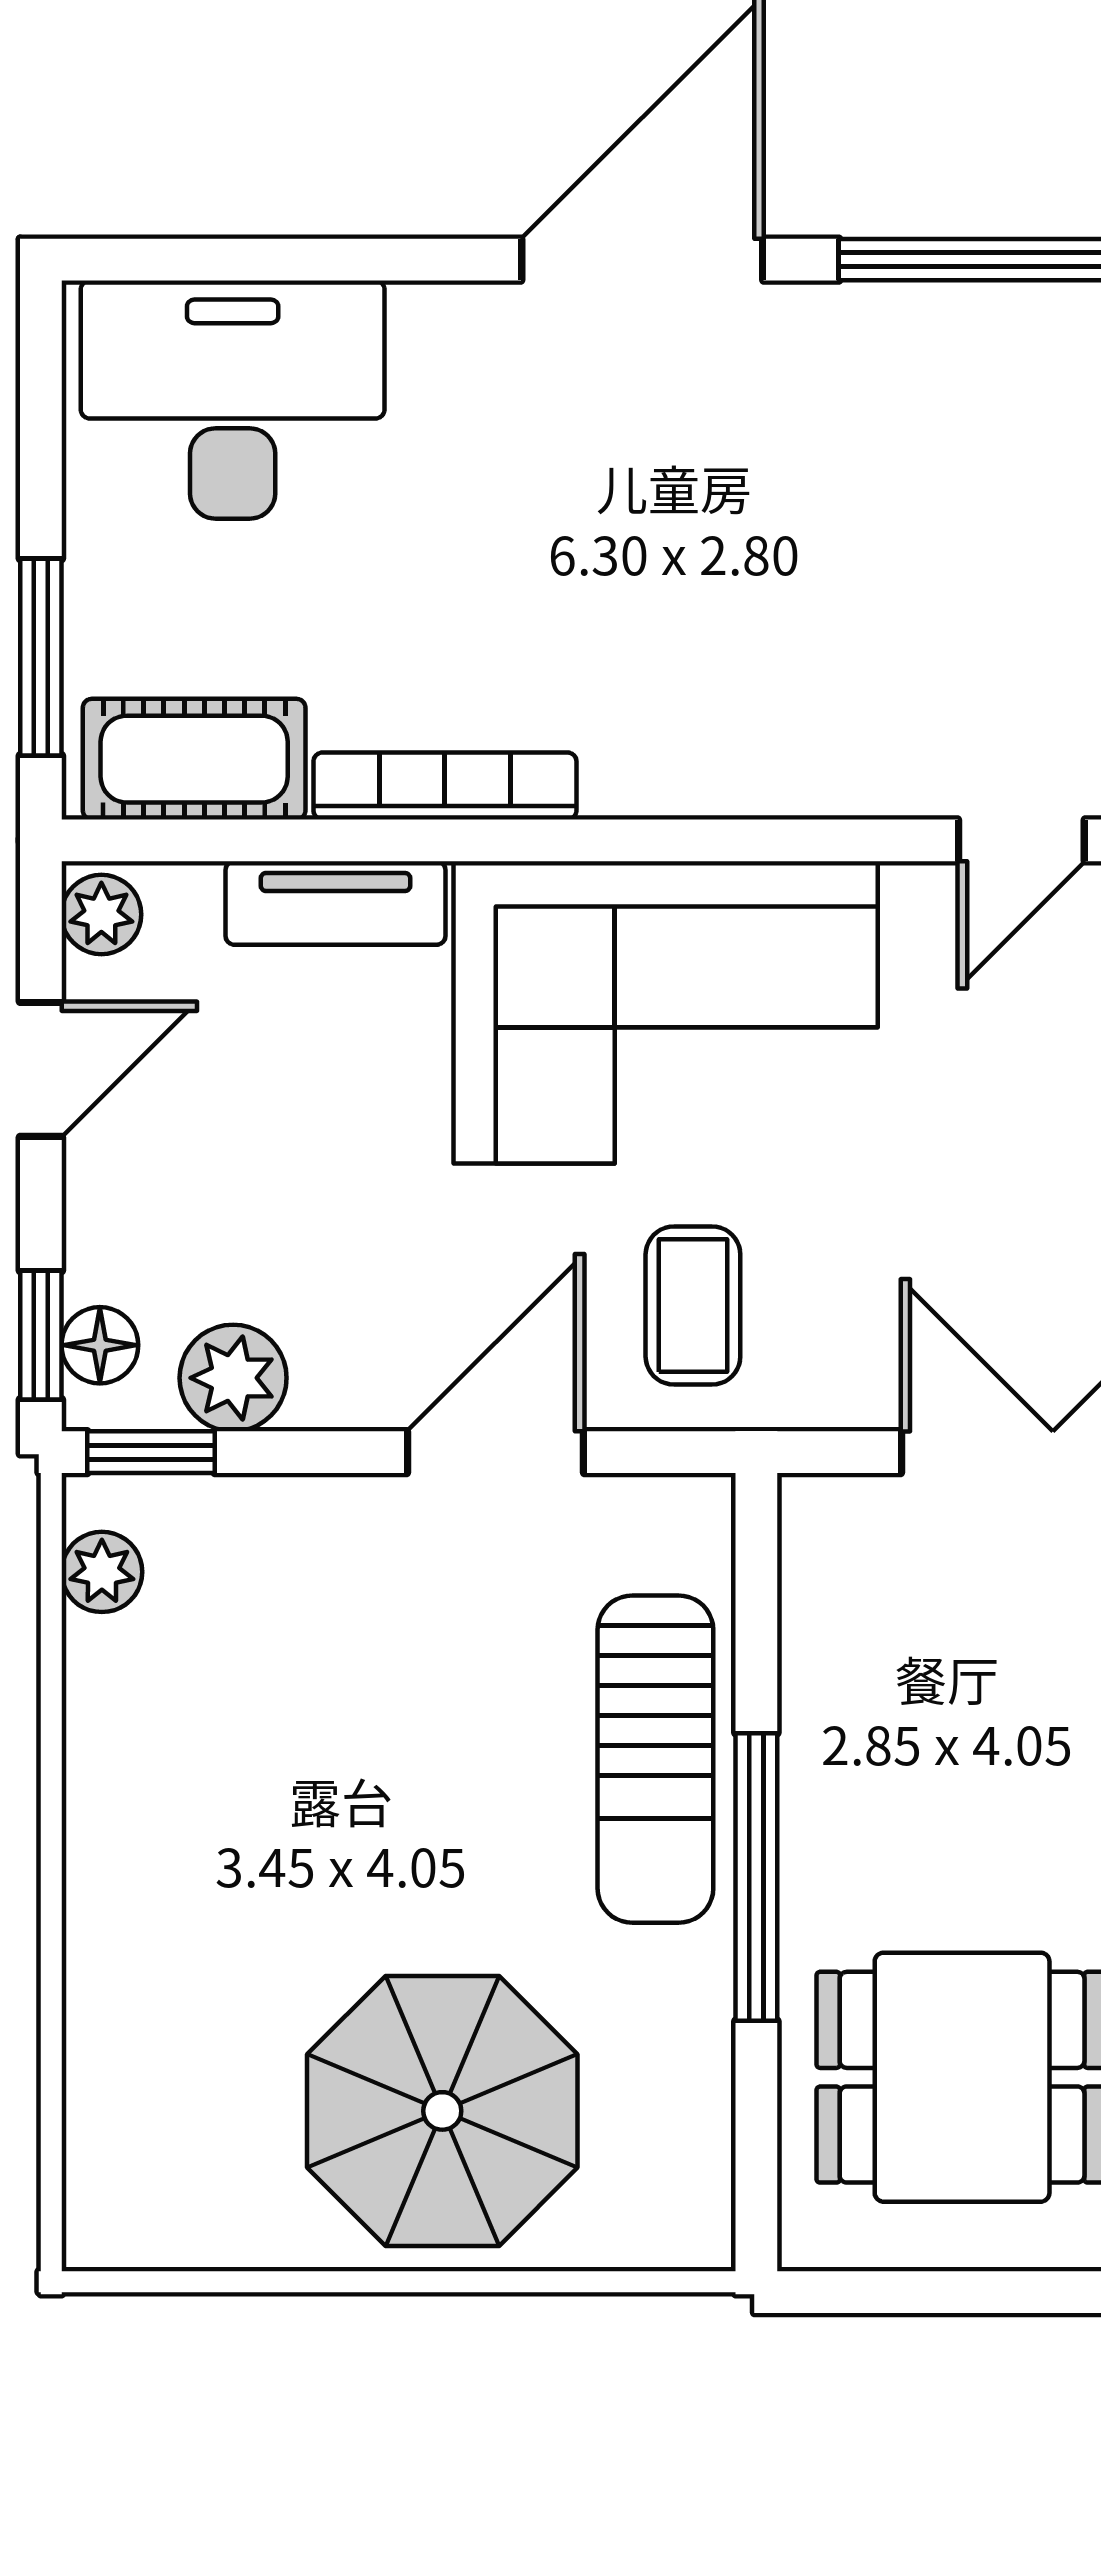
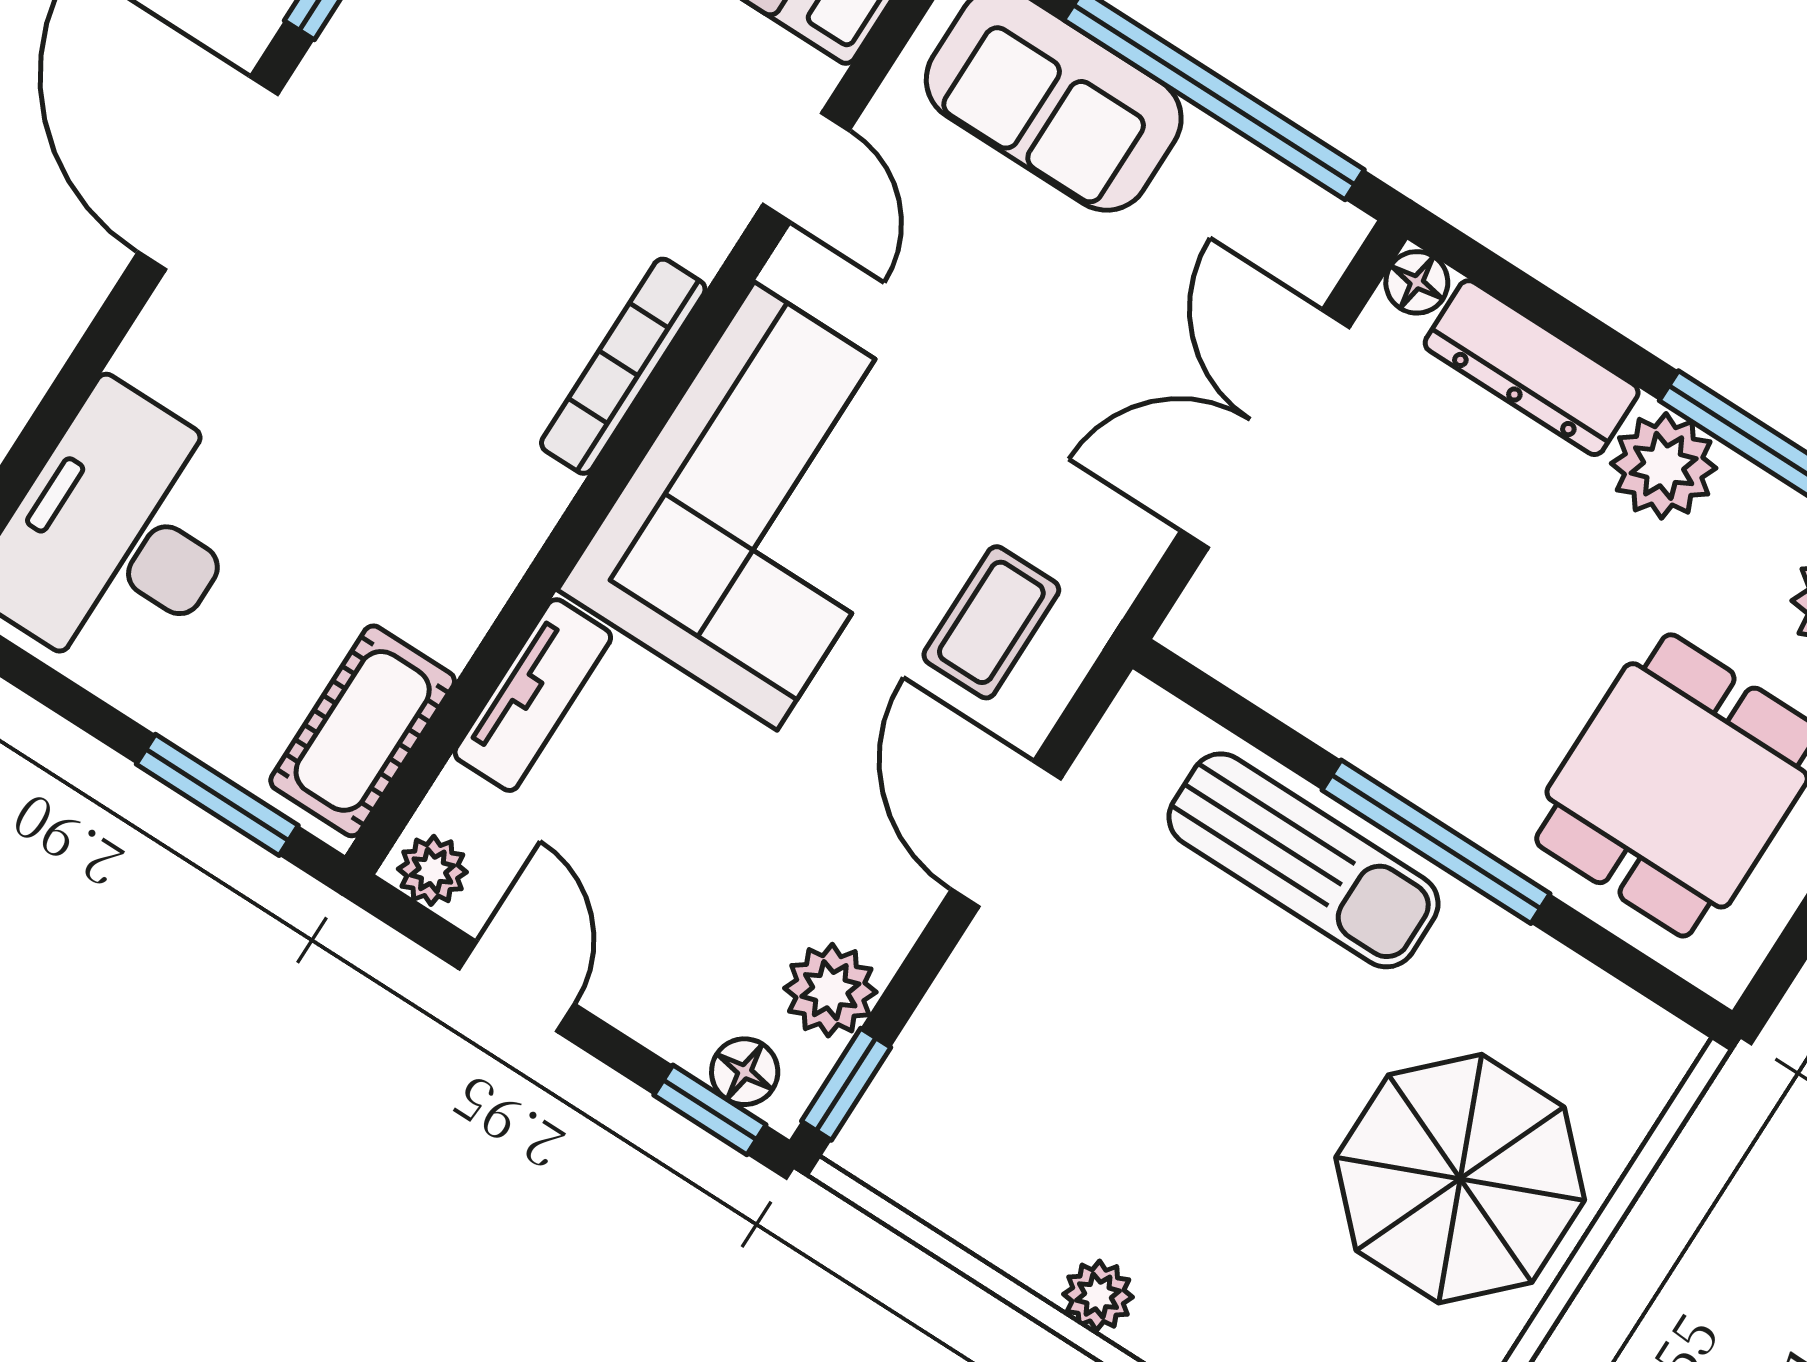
bookcase: (445, 786) -> (623, 366), moved
coffee table: (693, 1305) -> (991, 622), turned 90
plant: (102, 1572) -> (1098, 1296), moved

